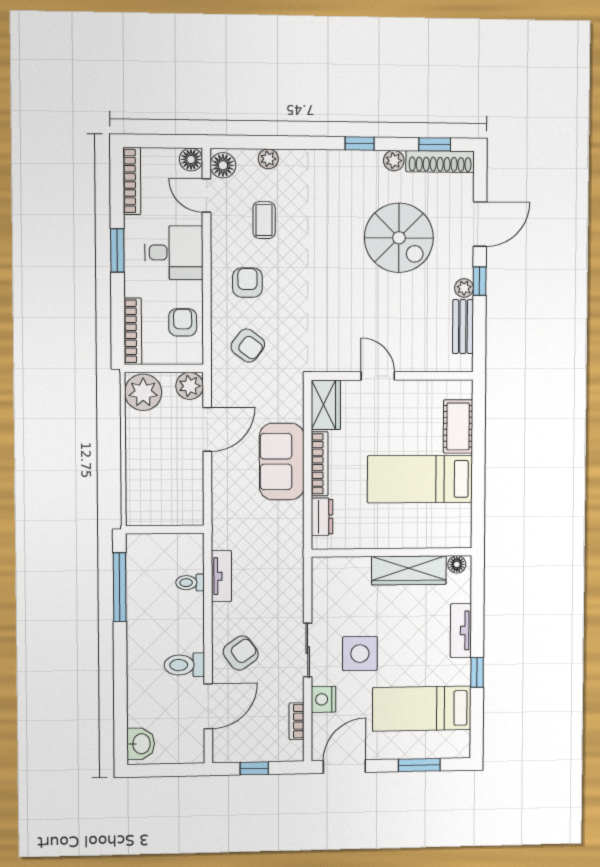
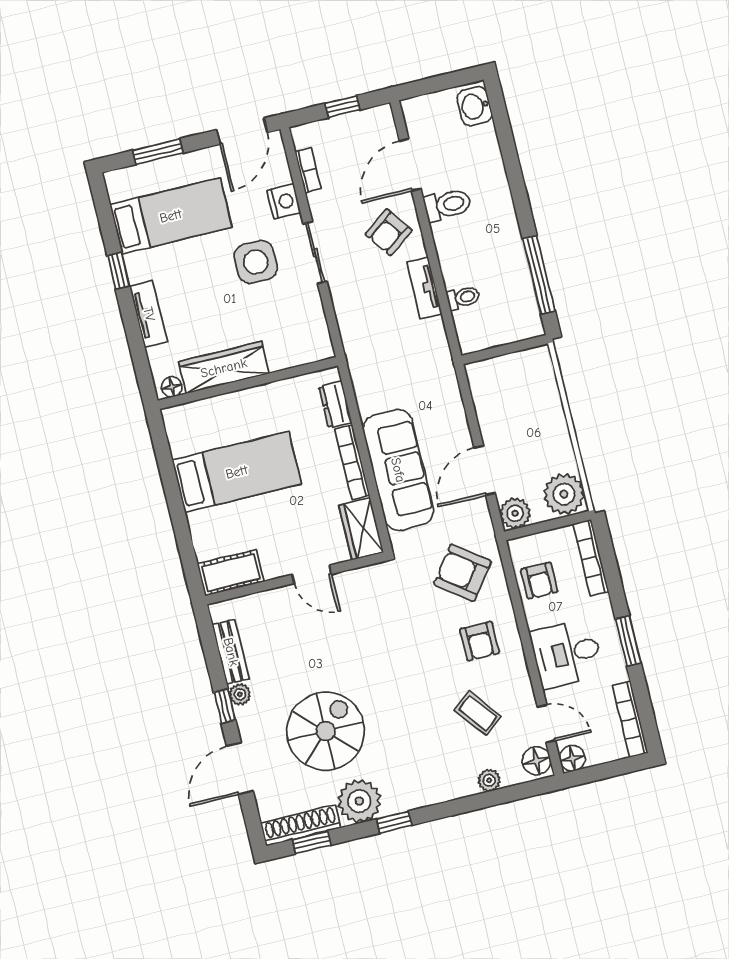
plant: (394, 161) -> (359, 801), width x1.88, depth x1.88
coffee table: (264, 220) -> (478, 713), turned -38
spiral stairs: (399, 238) -> (326, 731), turned 90
armchair: (248, 346) -> (462, 573), width x1.38, depth x1.38
cot: (458, 426) -> (231, 573), moved, turned 90
sofa: (282, 462) -> (398, 470), width x1.36
tv unit: (221, 576) -> (424, 288), moved

